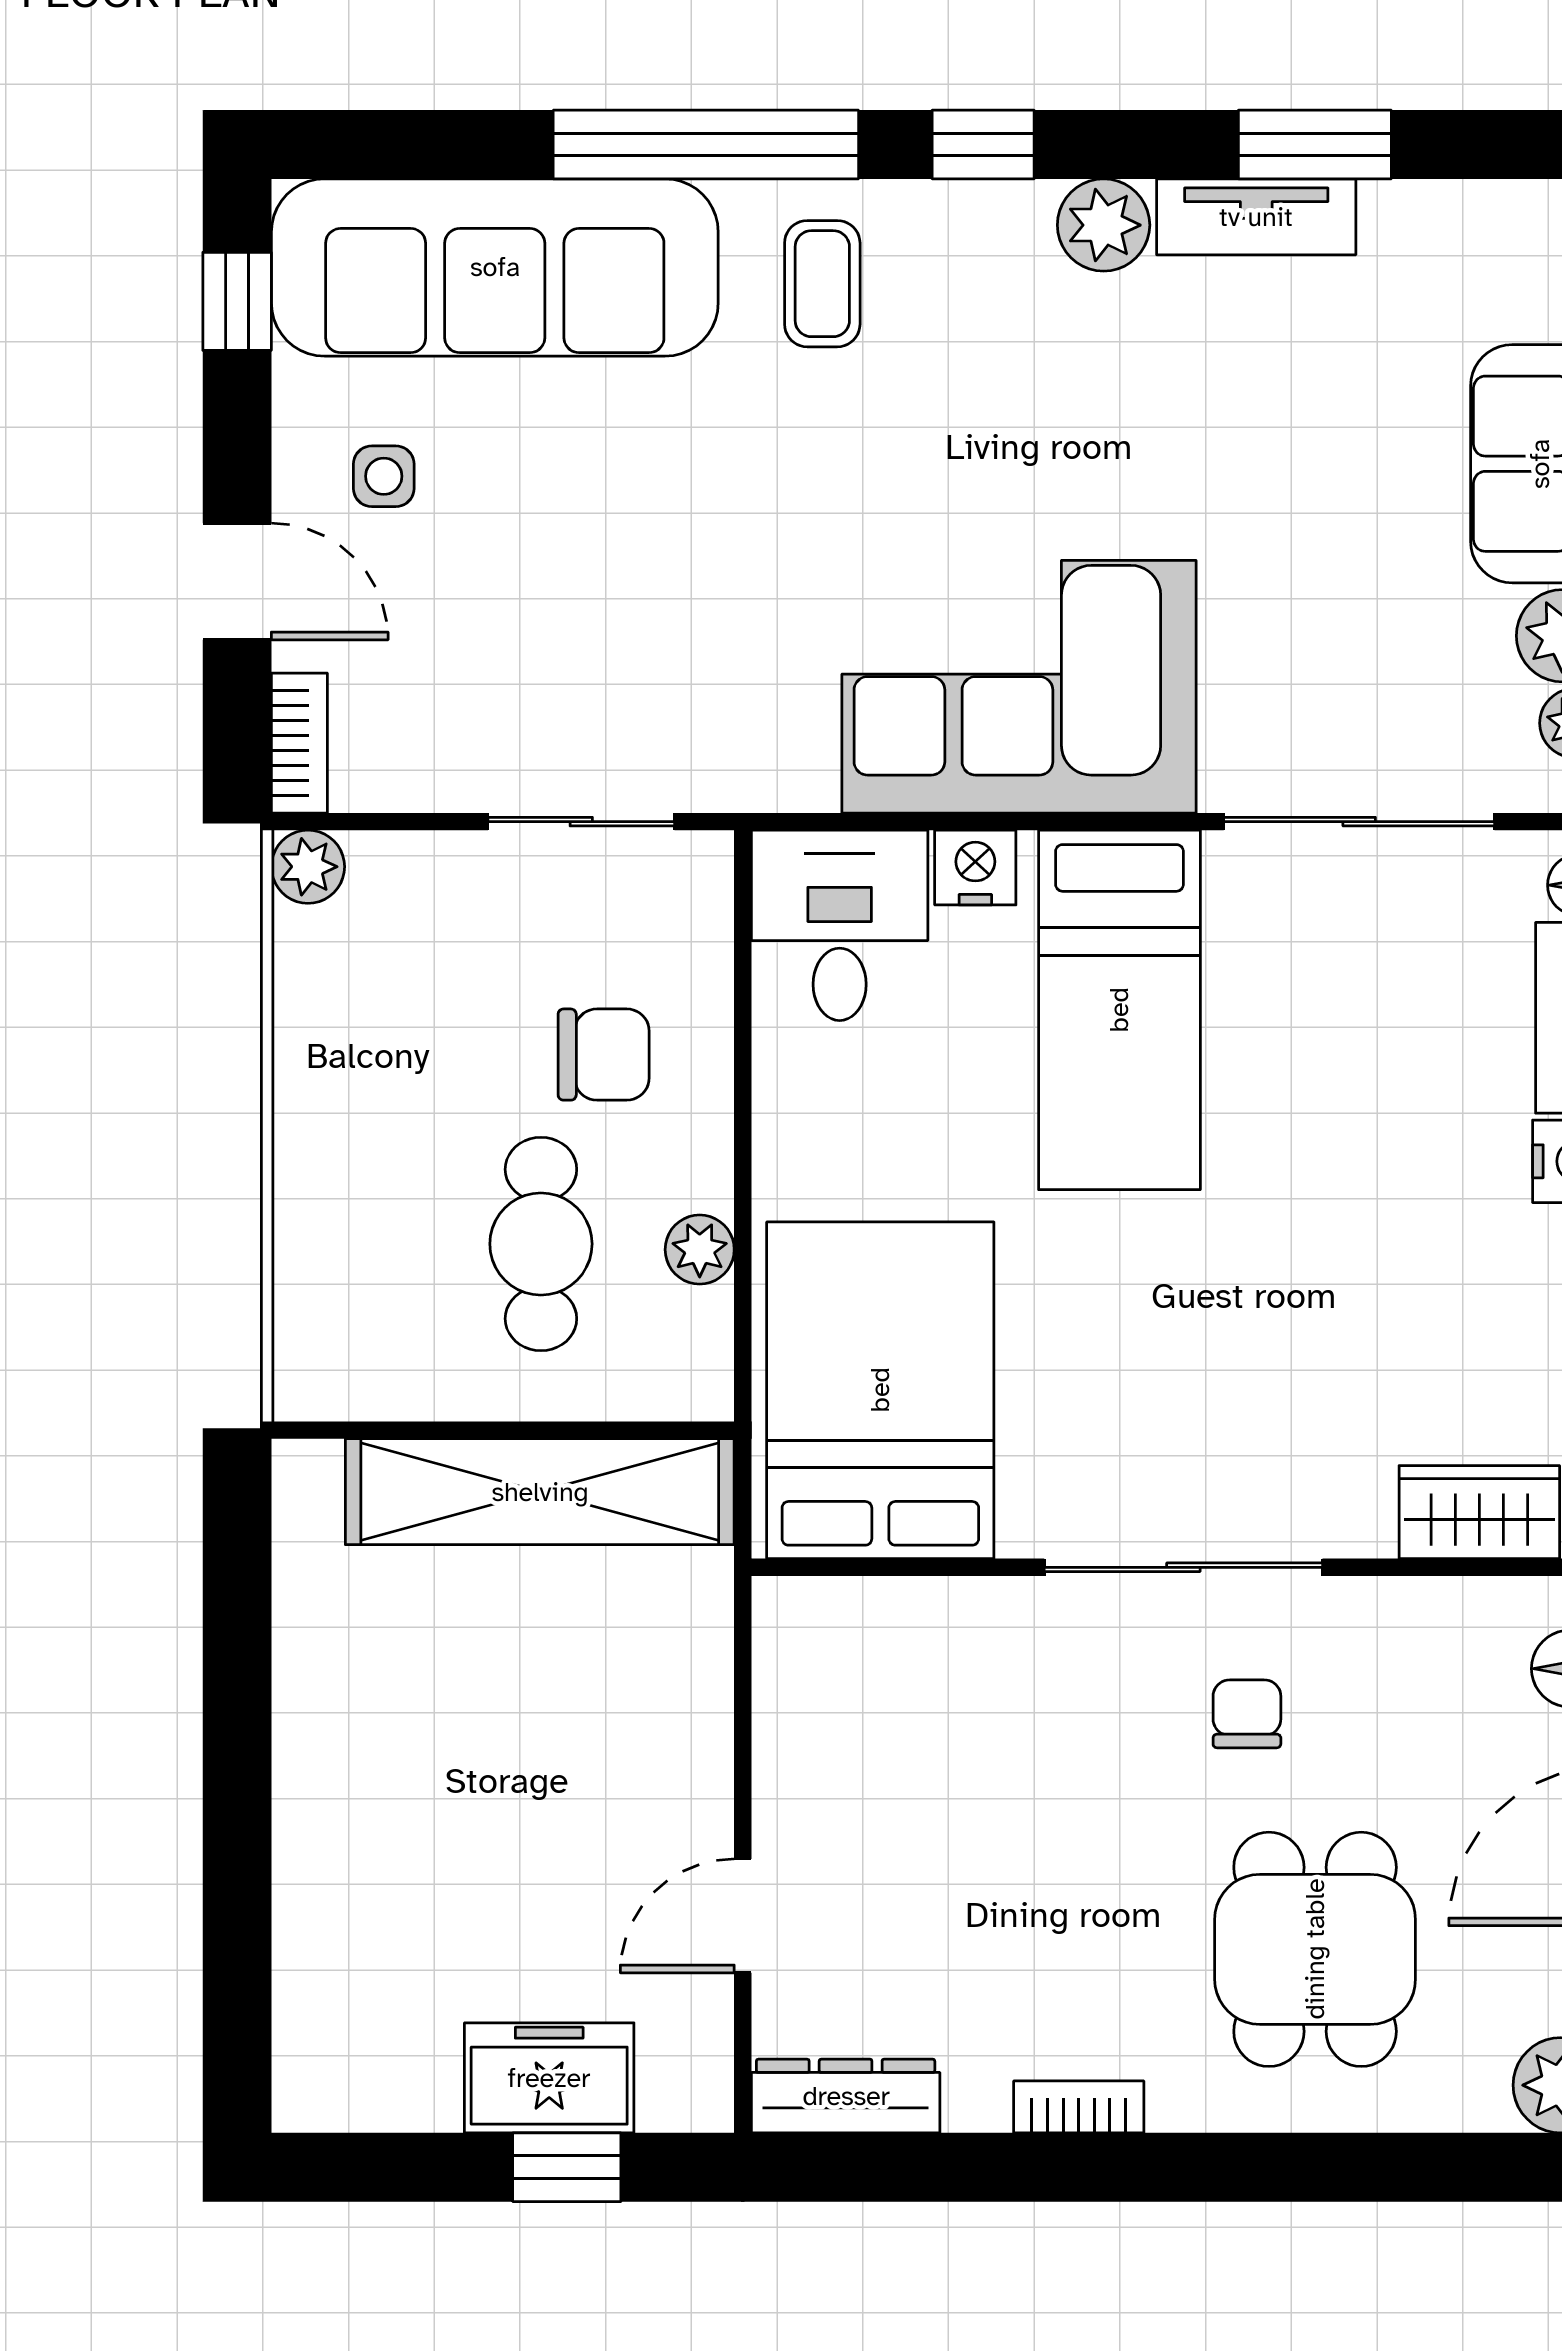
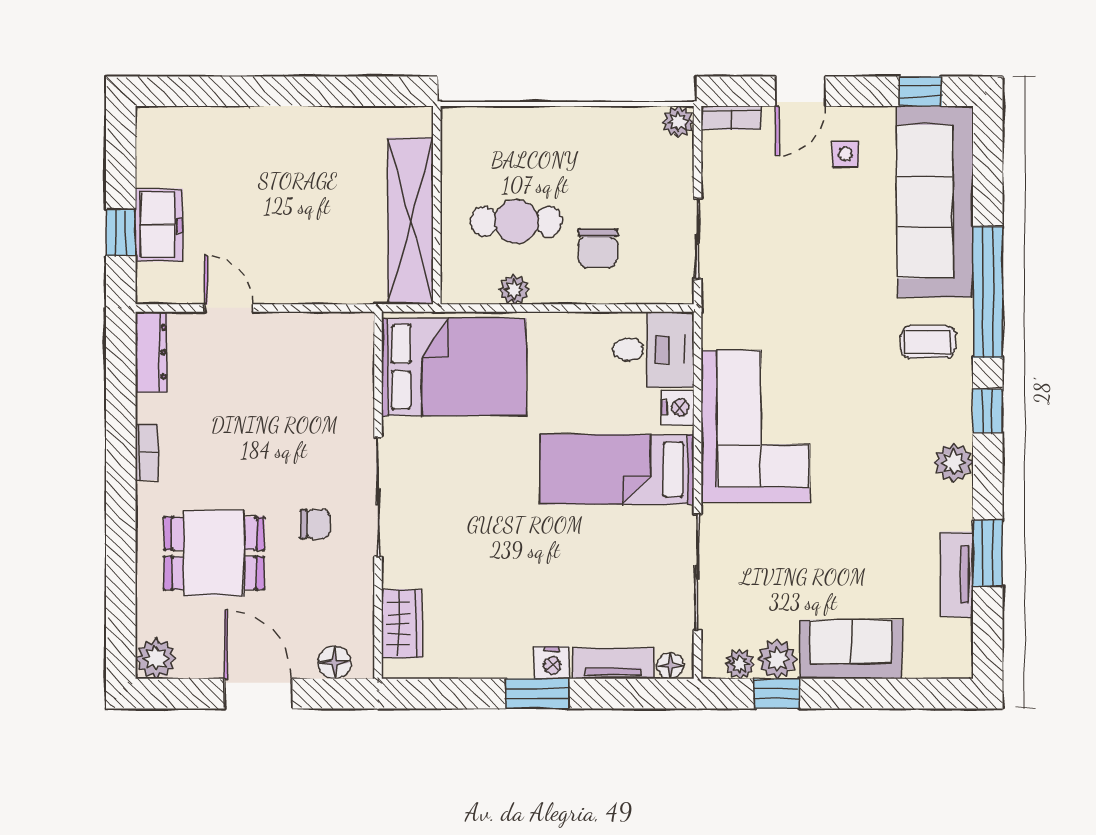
tv unit: (1256, 217) -> (957, 574), moved

